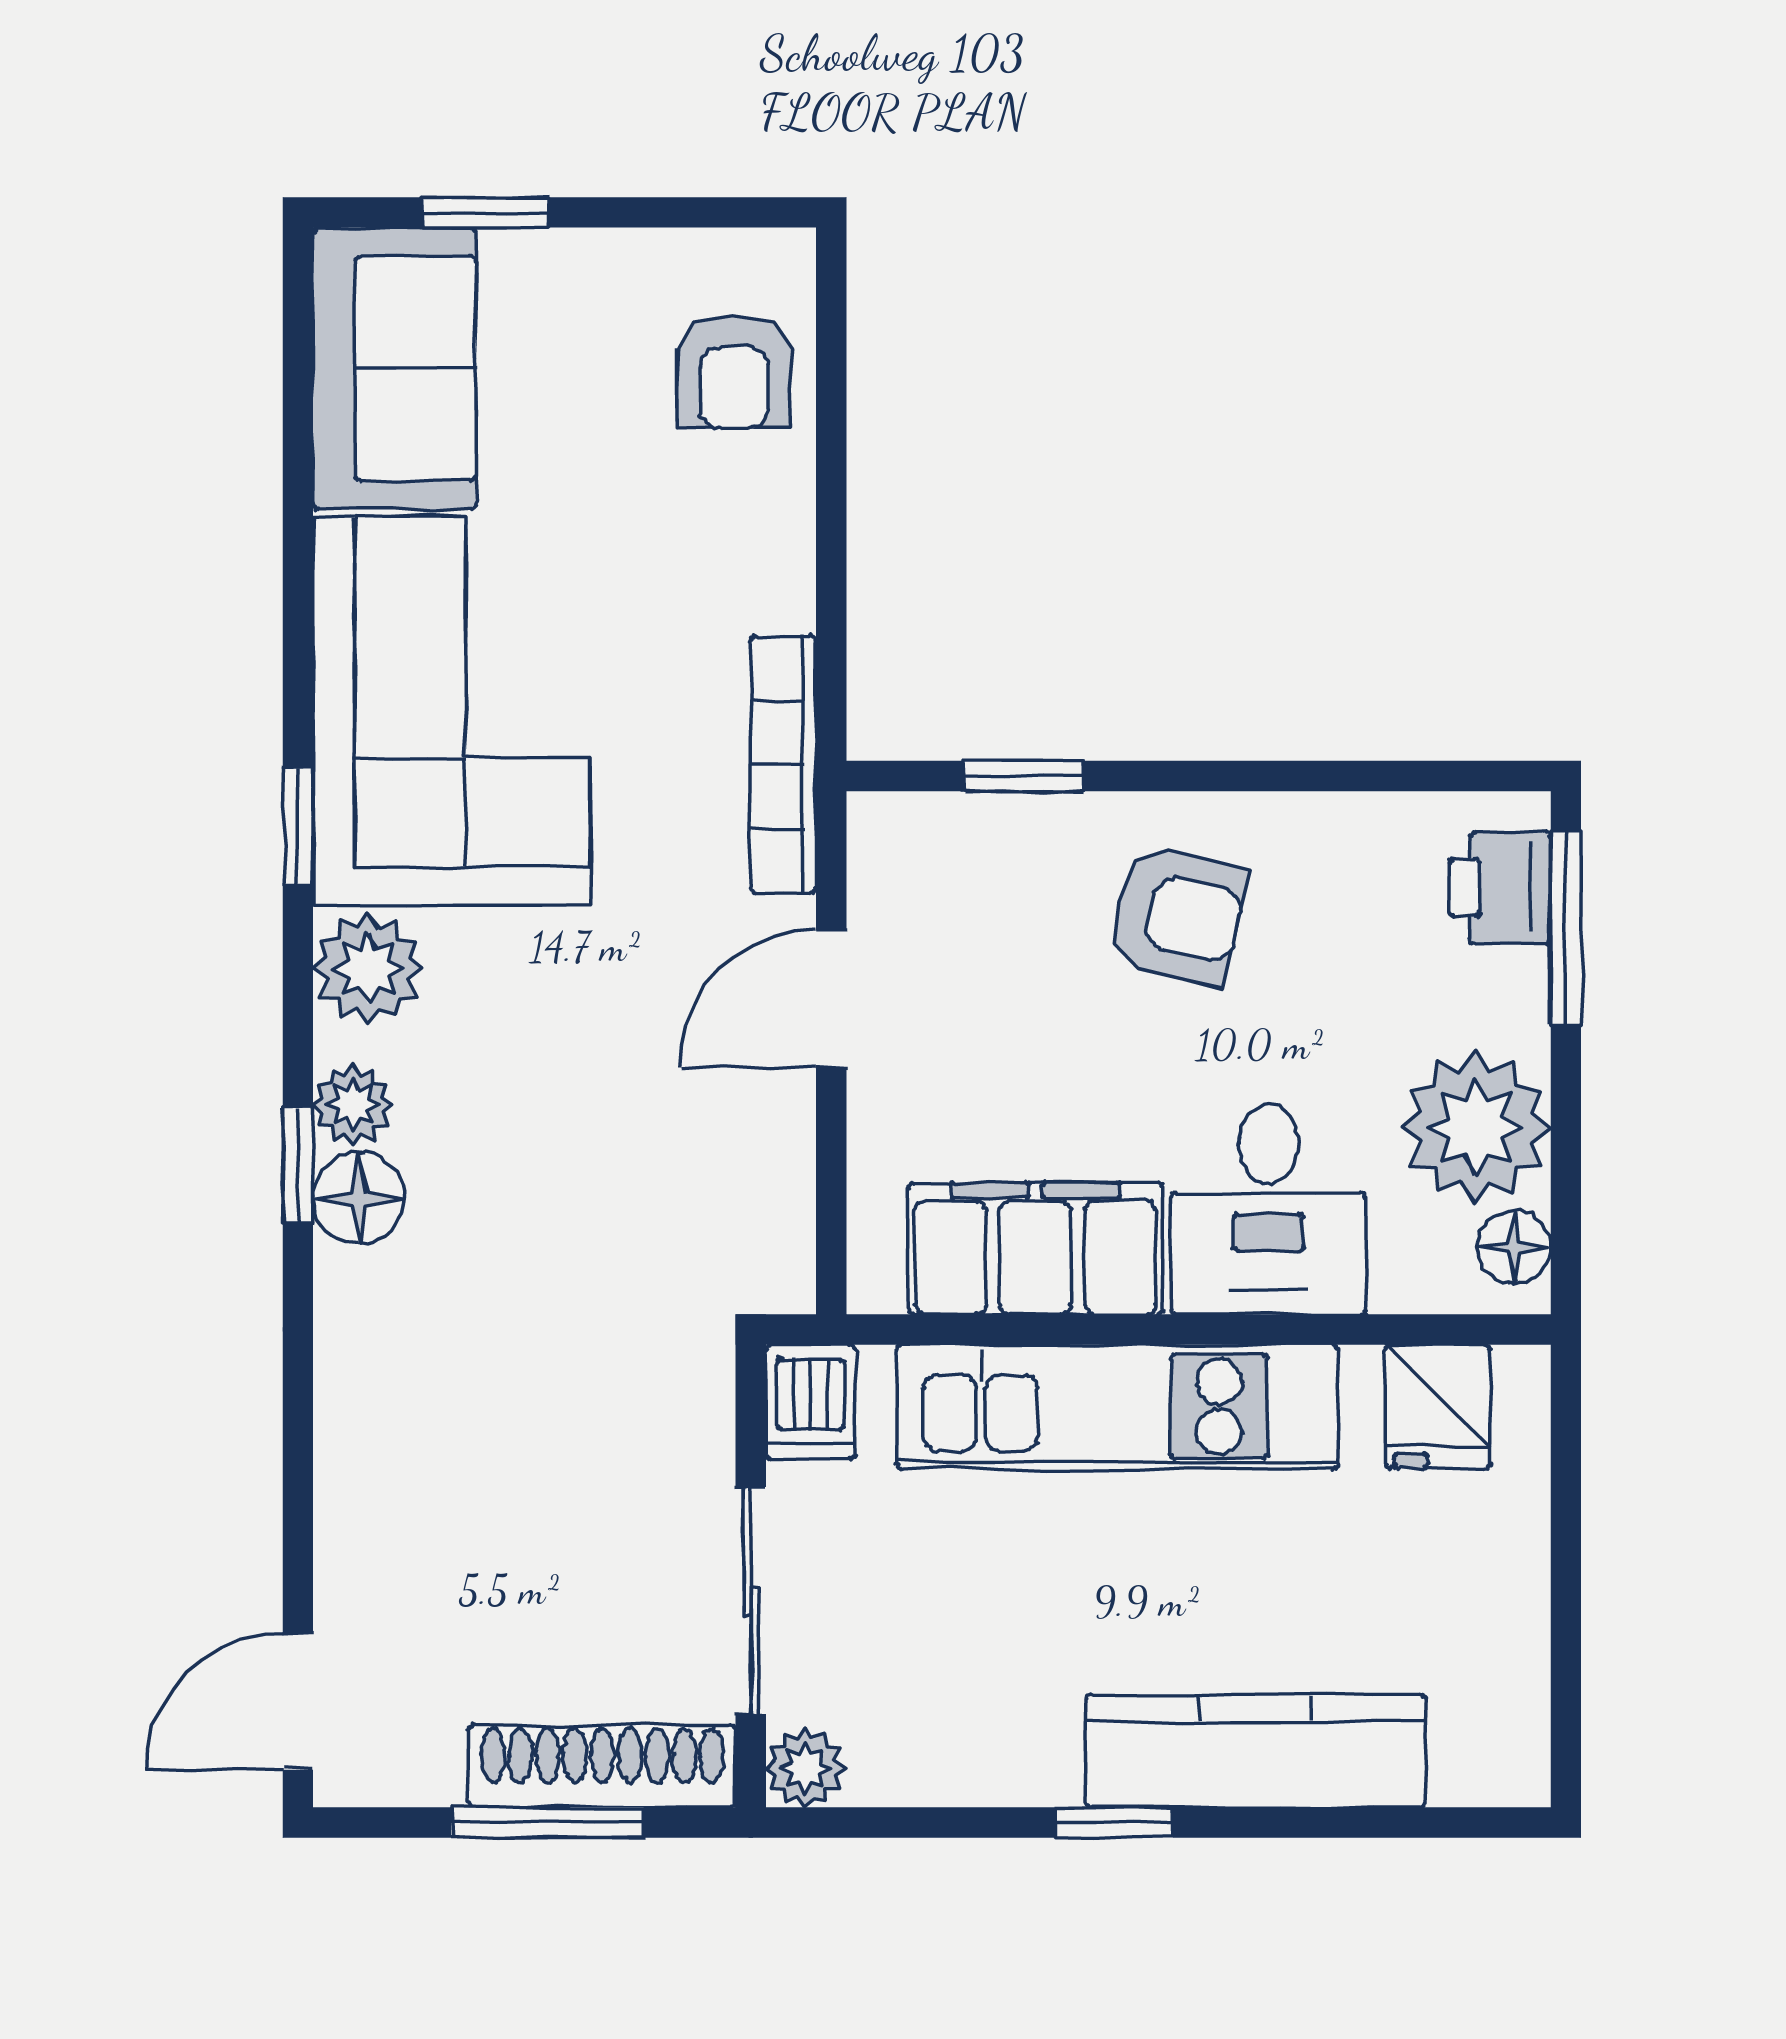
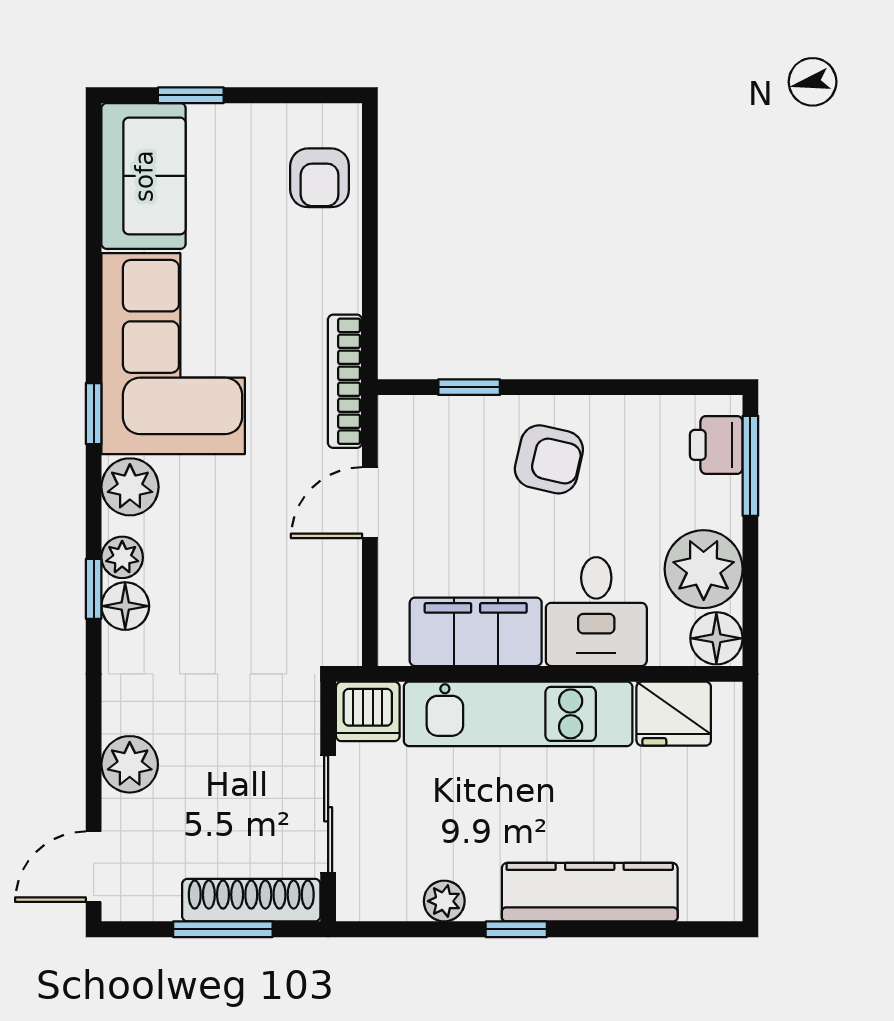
floor lamp: (1514, 1247) -> (716, 638), width x1.37, depth x1.37
dishwasher: (810, 1402) -> (368, 711), width x1.38
fridge: (1438, 1406) -> (674, 714), width x1.38
plant: (367, 1504) -> (130, 764), added
plant: (805, 1768) -> (444, 901), moved

